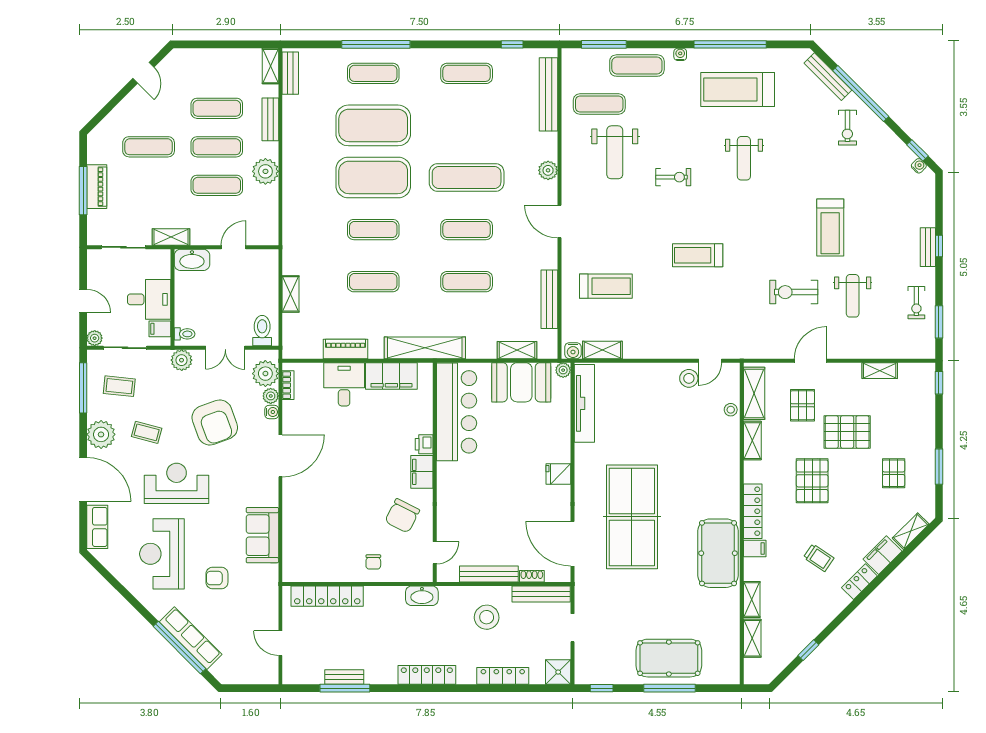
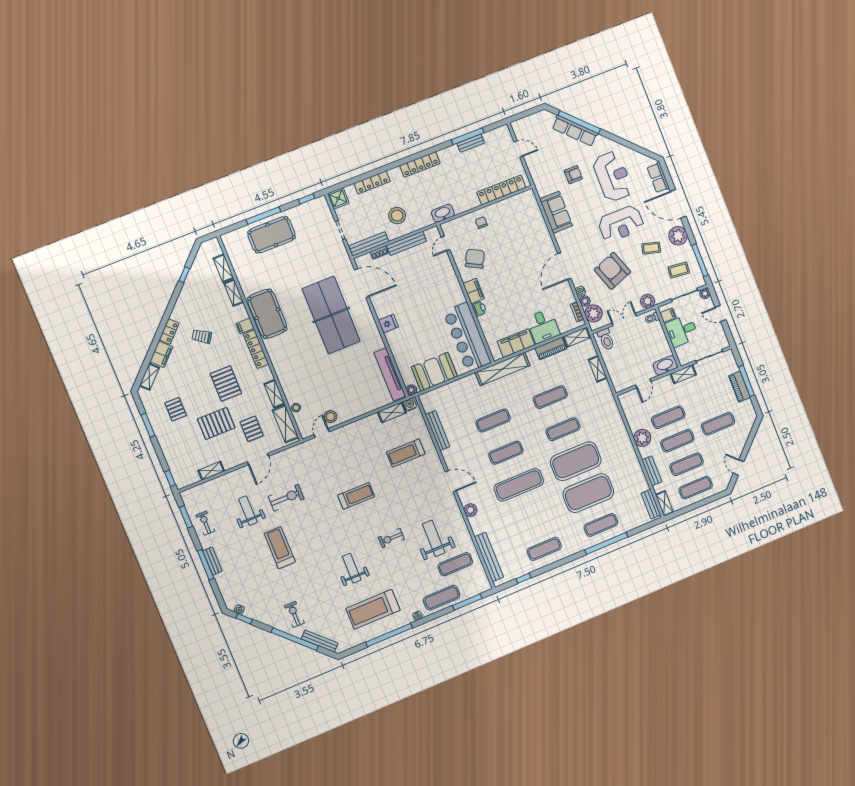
exercise mat: (217, 70) -> (696, 488), added
treadmill: (738, 89) -> (373, 609), turned 180
window: (939, 246) -> (206, 565), width x2.17
shelving: (517, 350) -> (577, 337), moved

